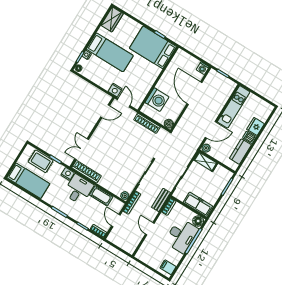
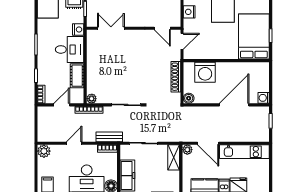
nightstand: (115, 90) -> (189, 12), moved
shoe rack: (87, 172) -> (92, 47), removed
plant: (142, 255) -> (44, 151), added

